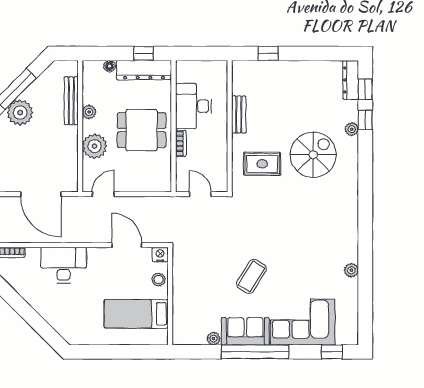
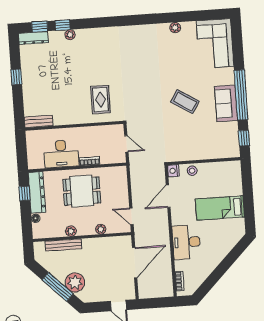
window: (268, 53) -> (16, 77), moved
bench: (239, 115) -> (39, 121), moved
dining table: (142, 130) -> (82, 191), turned 90
plant: (95, 146) -> (101, 229), width x0.53, depth x0.53
spiral stairs: (313, 155) -> (91, 62), removed
door: (200, 194) -> (126, 144), swing flipped
bed: (136, 314) -> (220, 208), moved, turned 90
corner sofa: (303, 322) -> (215, 44), moved
plant: (213, 339) -> (233, 127), removed
window: (332, 352) -> (244, 138), moved

